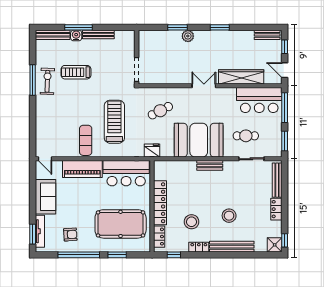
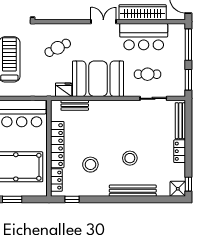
bar counter: (259, 100) -> (144, 37), moved
fridge: (152, 151) -> (64, 90), moved
bench: (210, 165) -> (75, 105), moved
locker: (199, 247) -> (98, 191), removed

